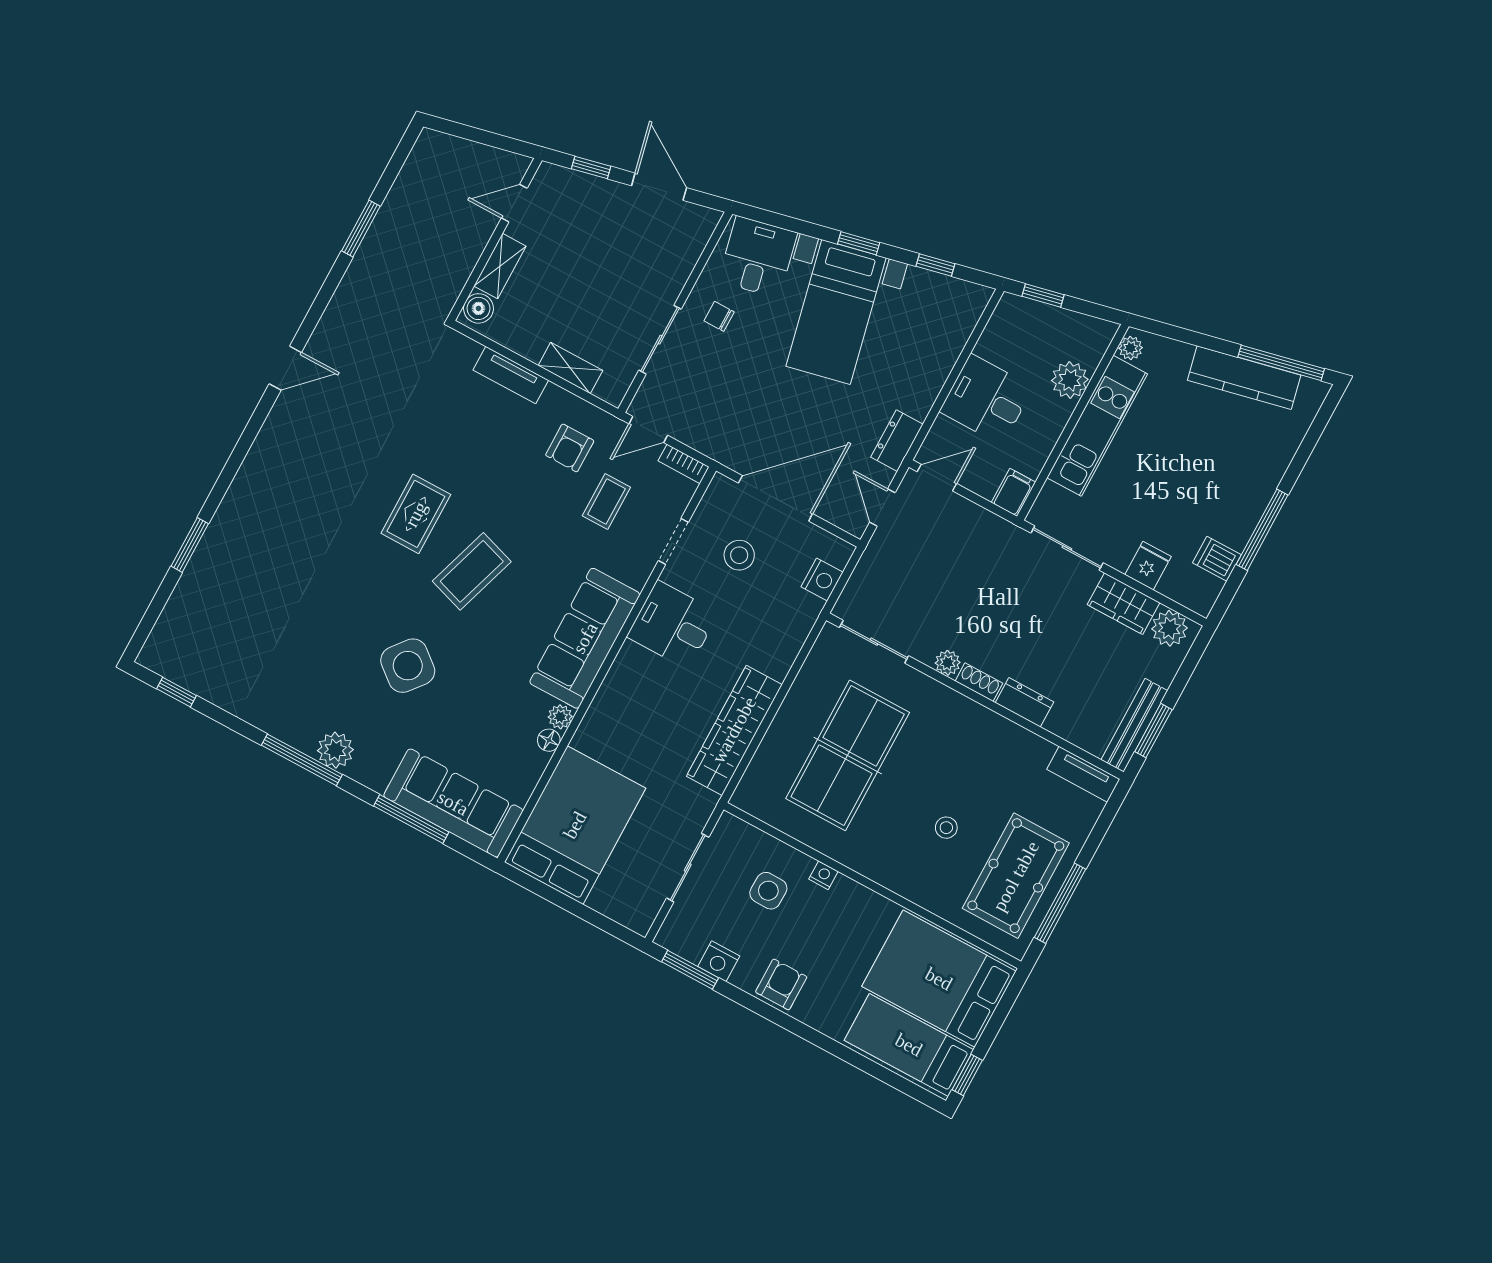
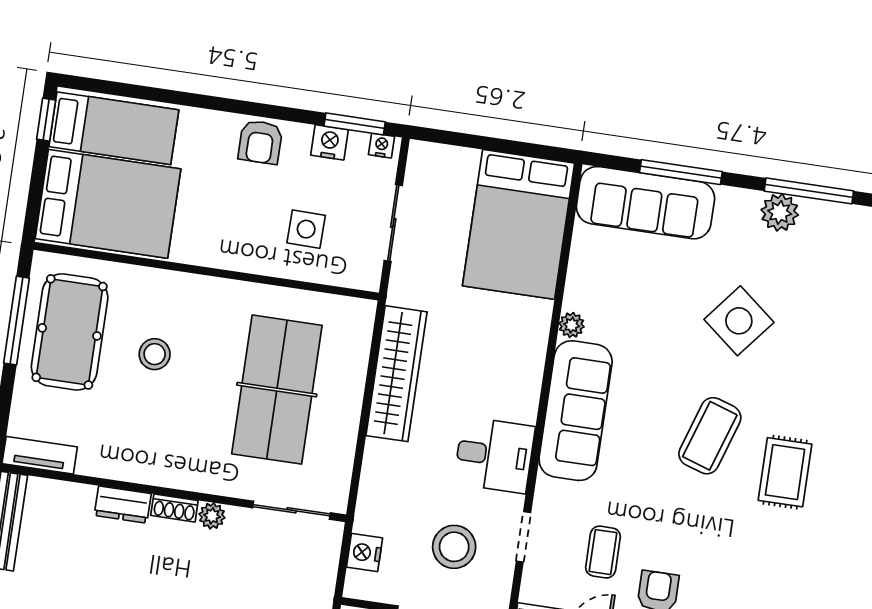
stool: (739, 555) -> (454, 547), width x1.38, depth x1.38
floor lamp: (549, 740) -> (574, 298), removed
stool: (946, 828) -> (155, 354), width x1.37, depth x1.37
nightstand: (823, 875) -> (382, 146), moved, turned 180

